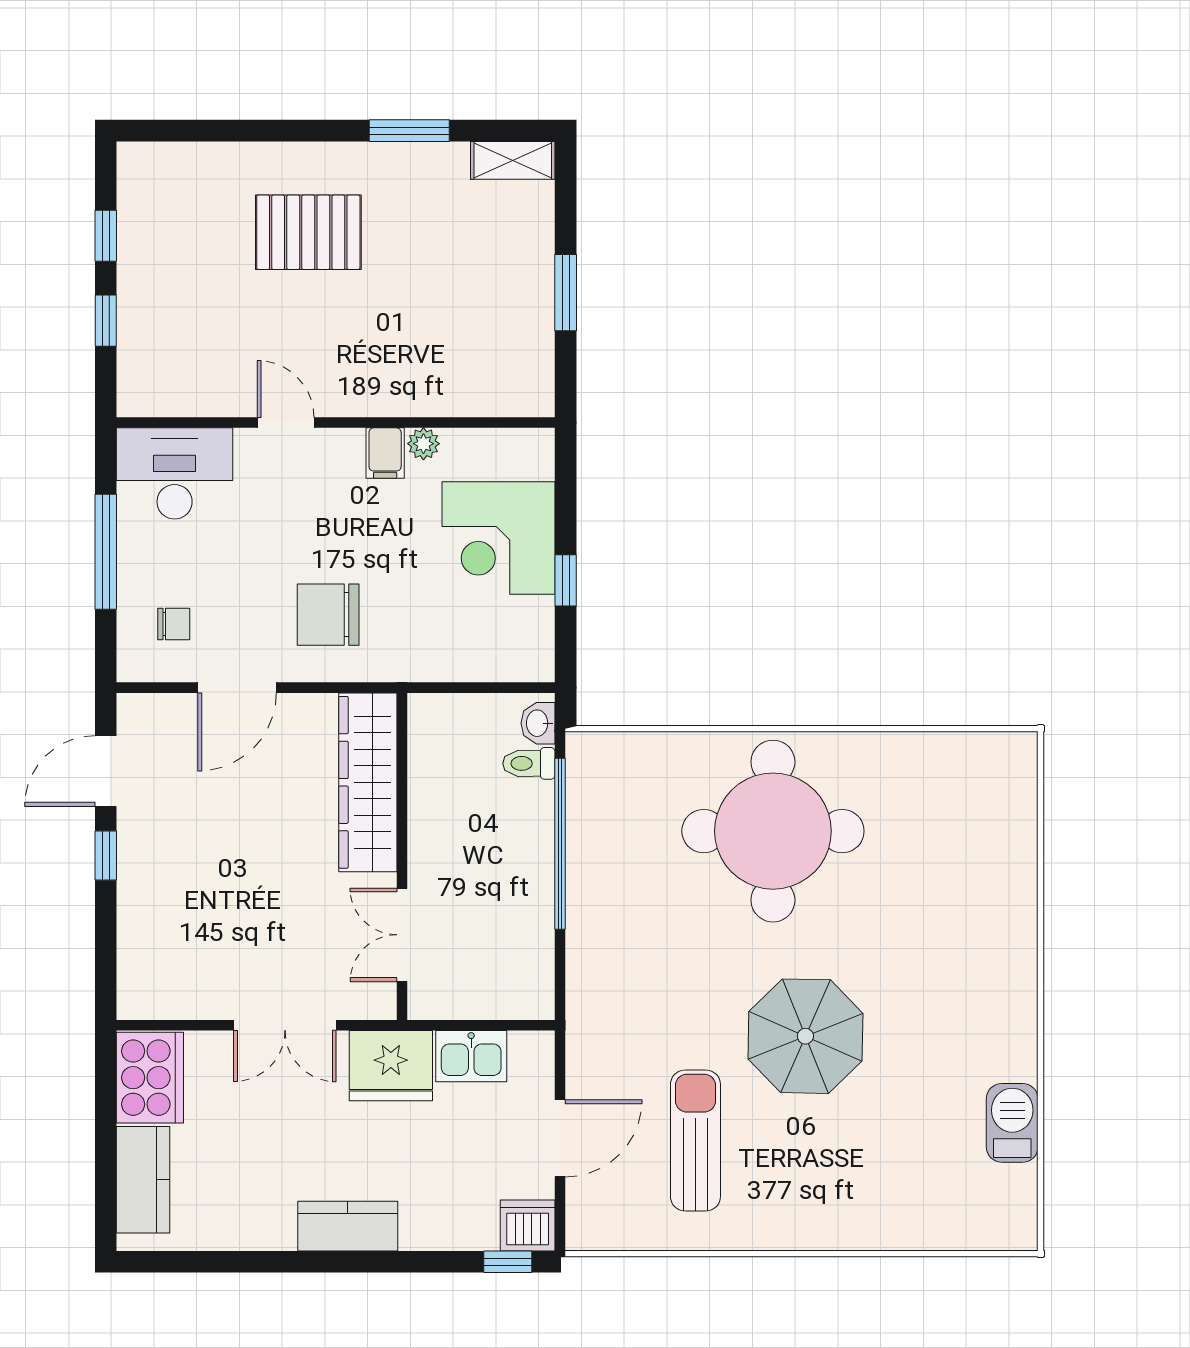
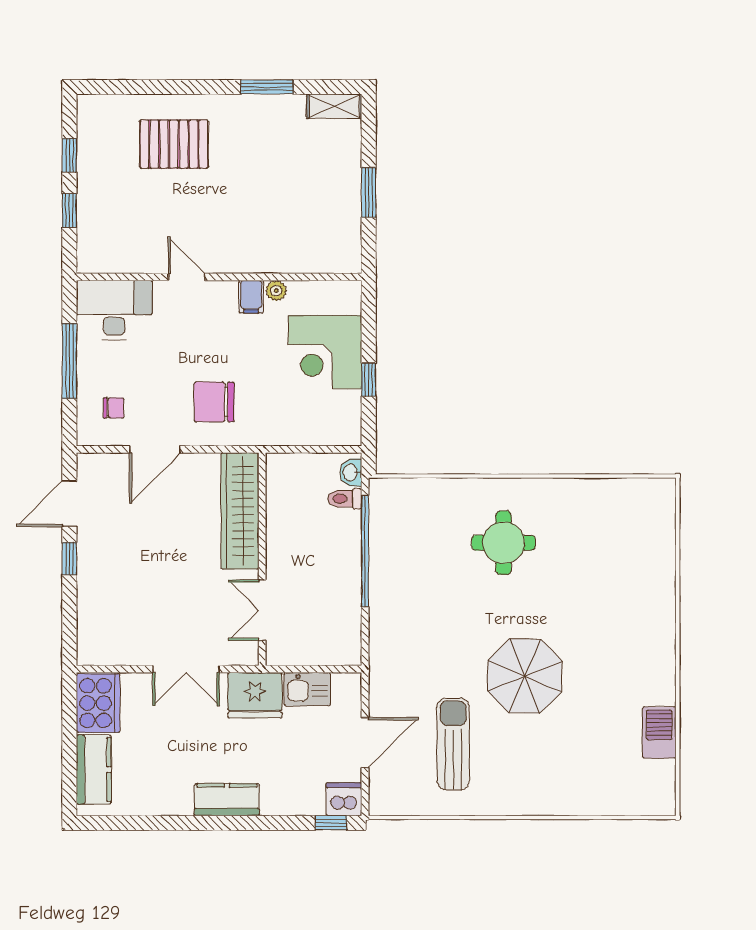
pallet: (308, 232) -> (174, 144), moved
round table: (773, 831) -> (504, 543), width x0.54, depth x0.54

